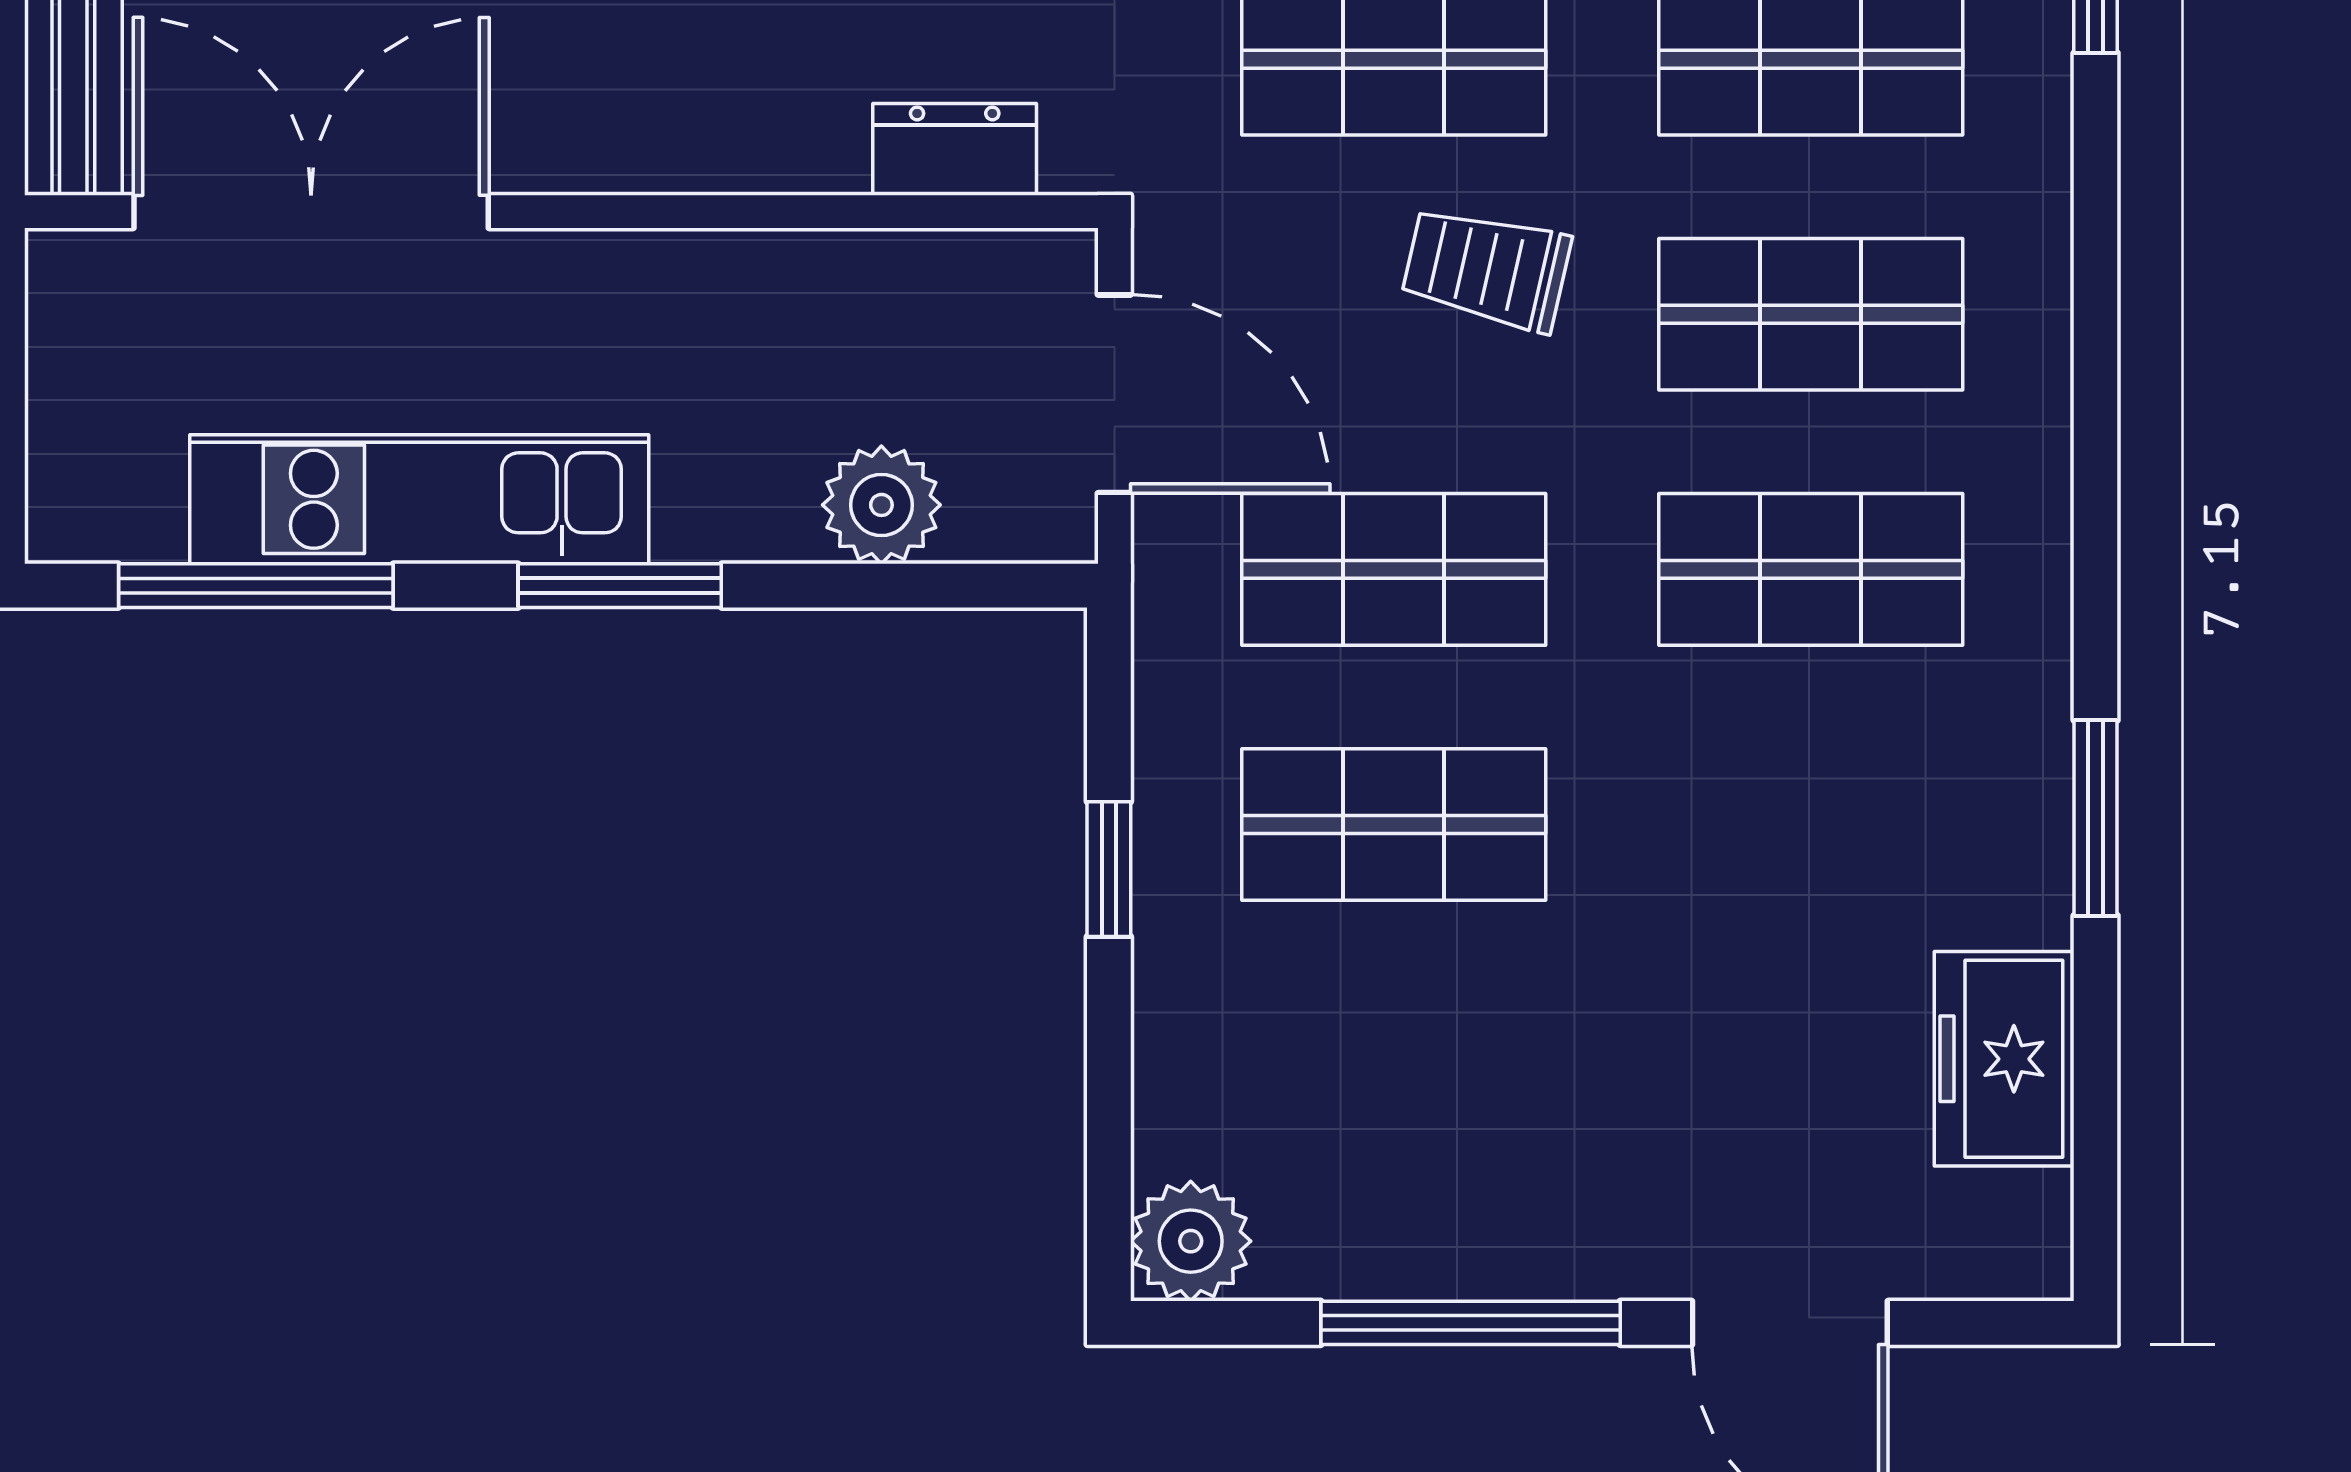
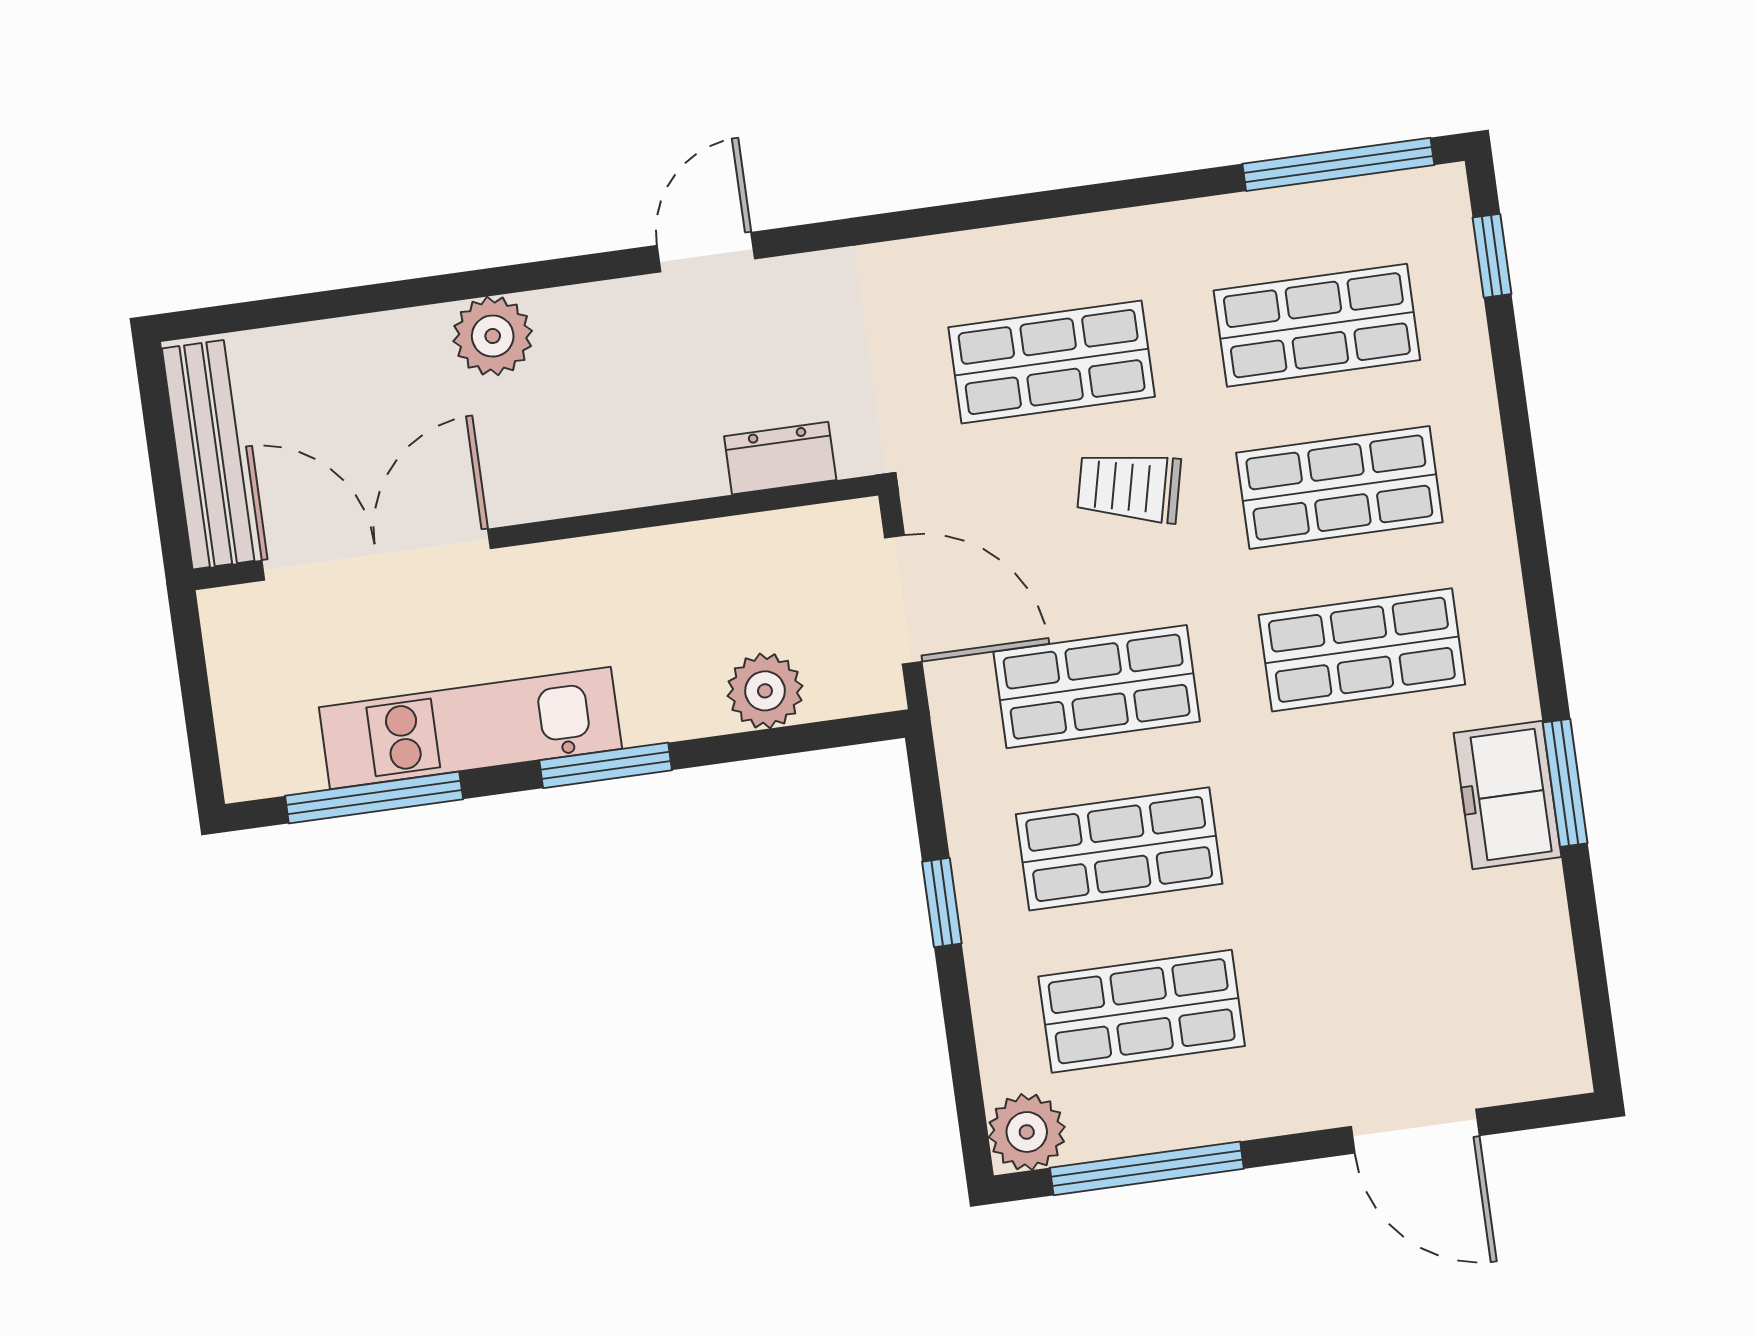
freezer: (2004, 1059) -> (1508, 795), moved
shop shelf: (1394, 1080) -> (1142, 1011), added
window: (1471, 1323) -> (1147, 1168), moved

